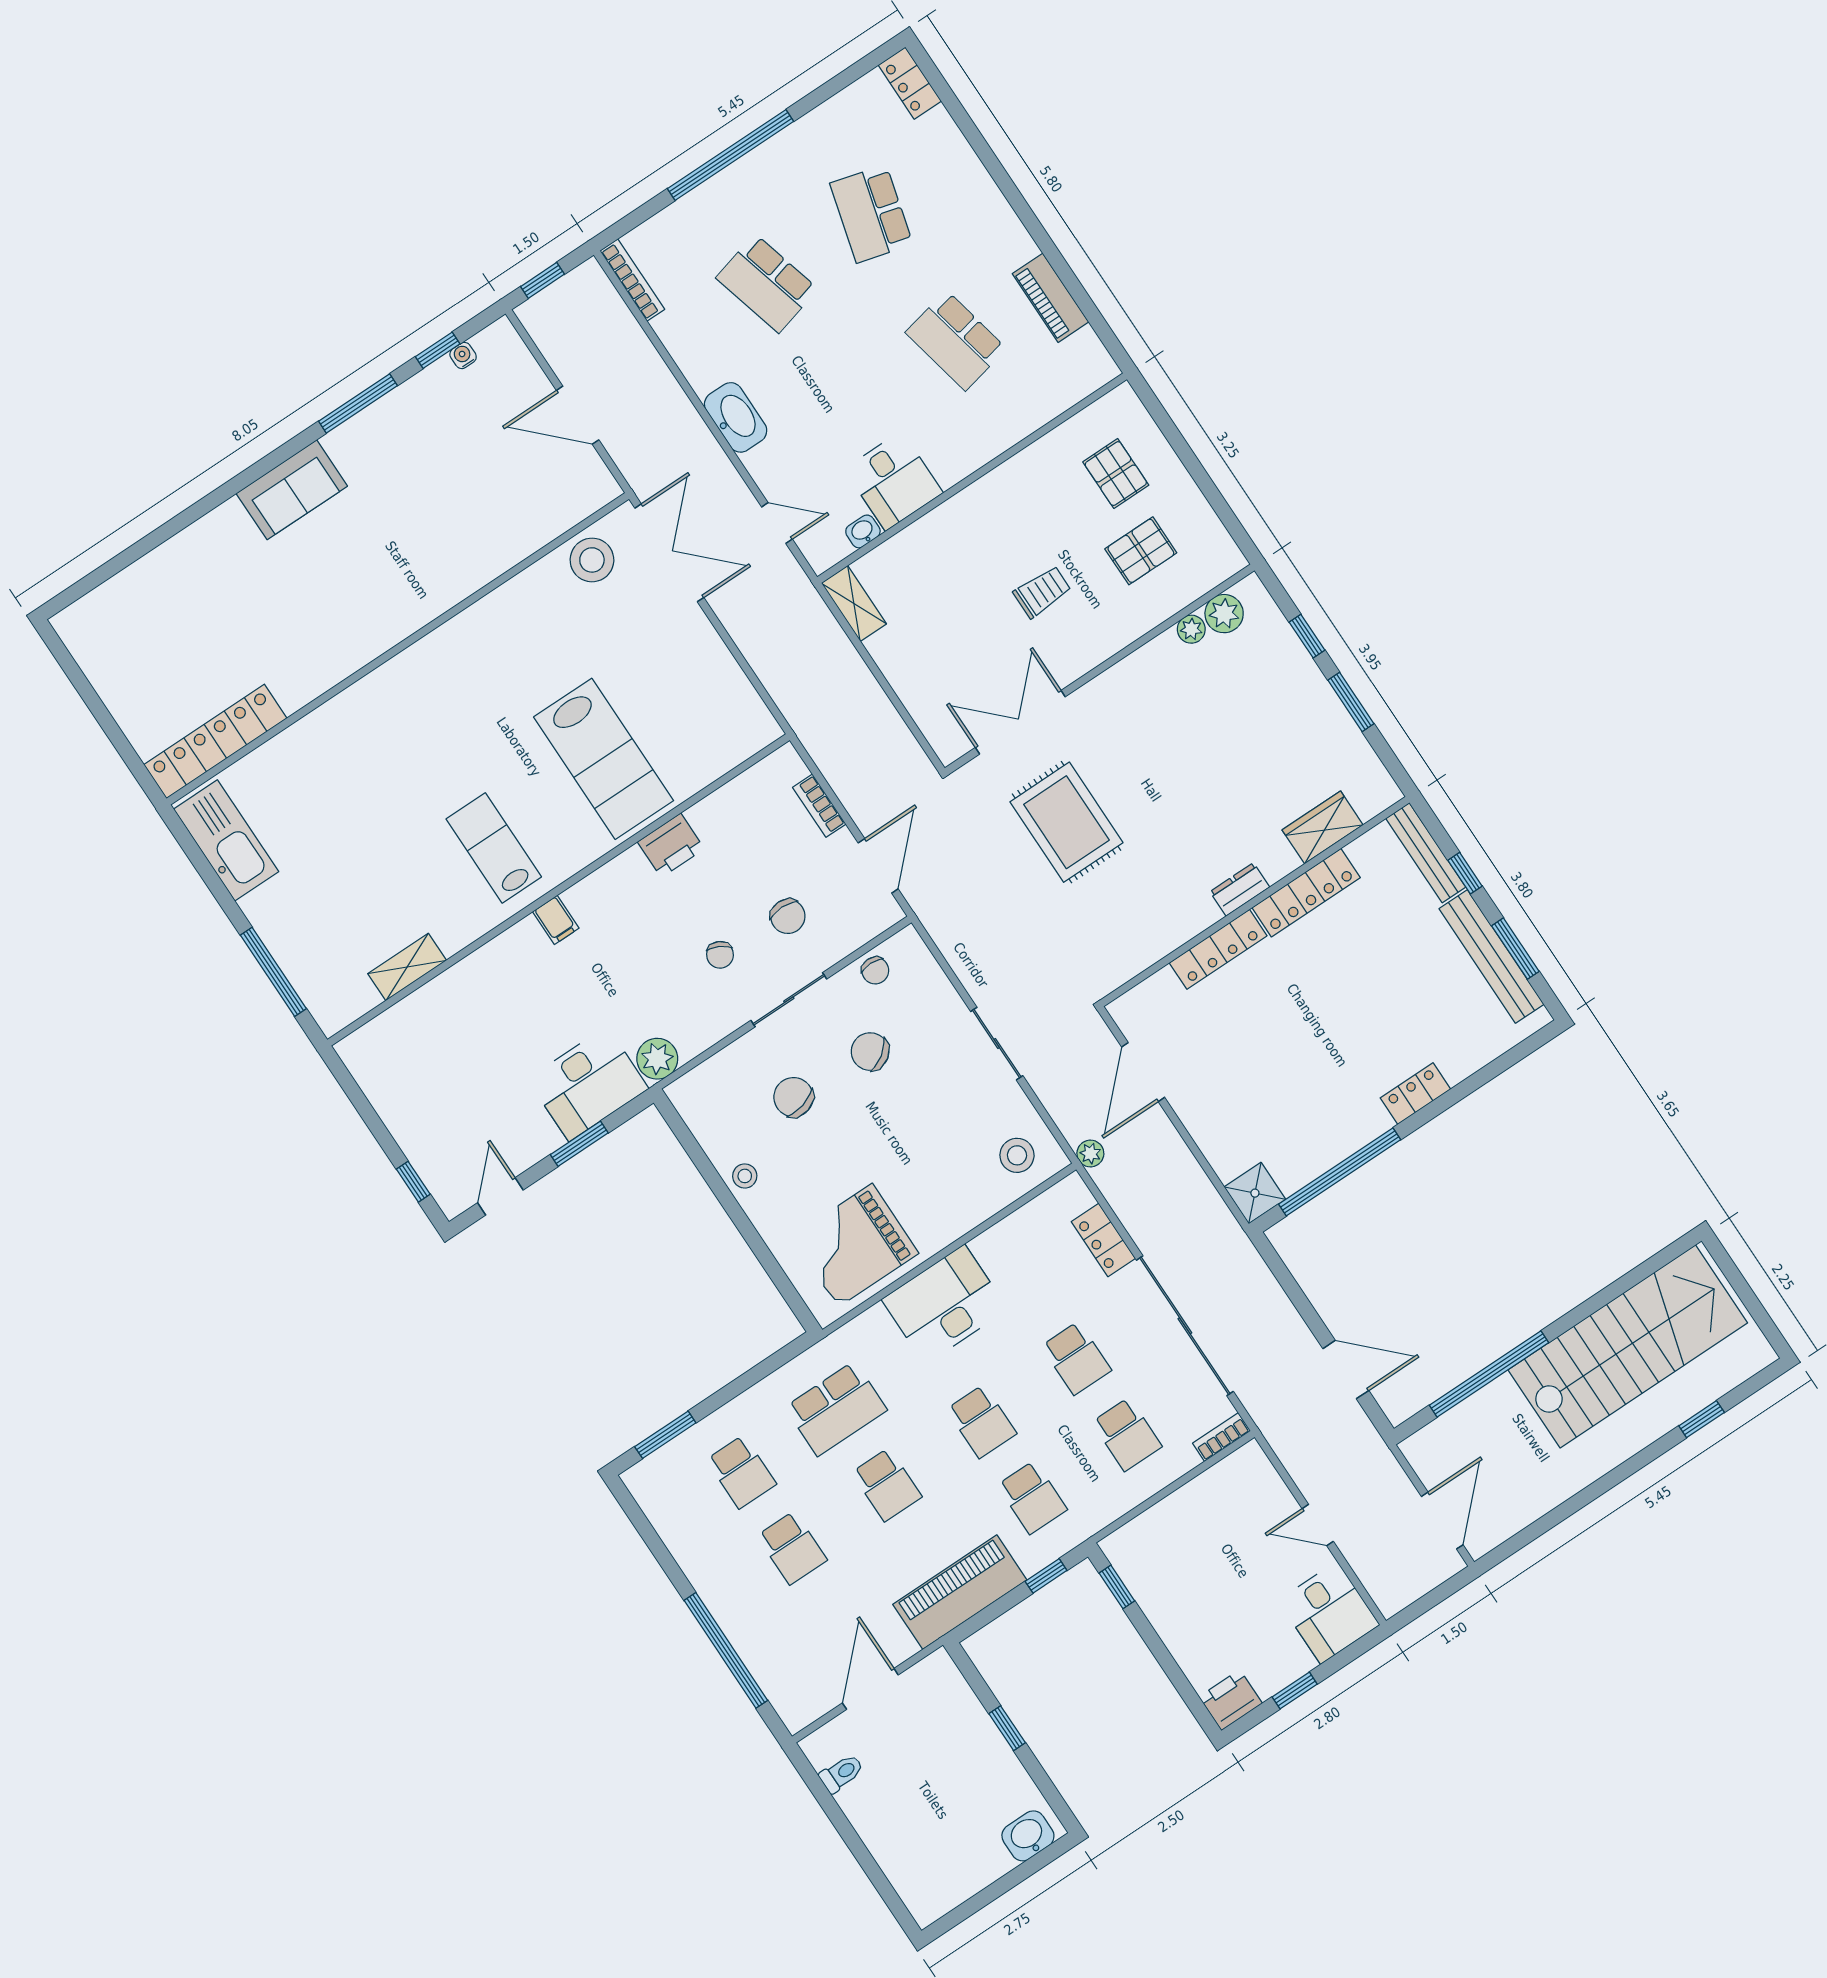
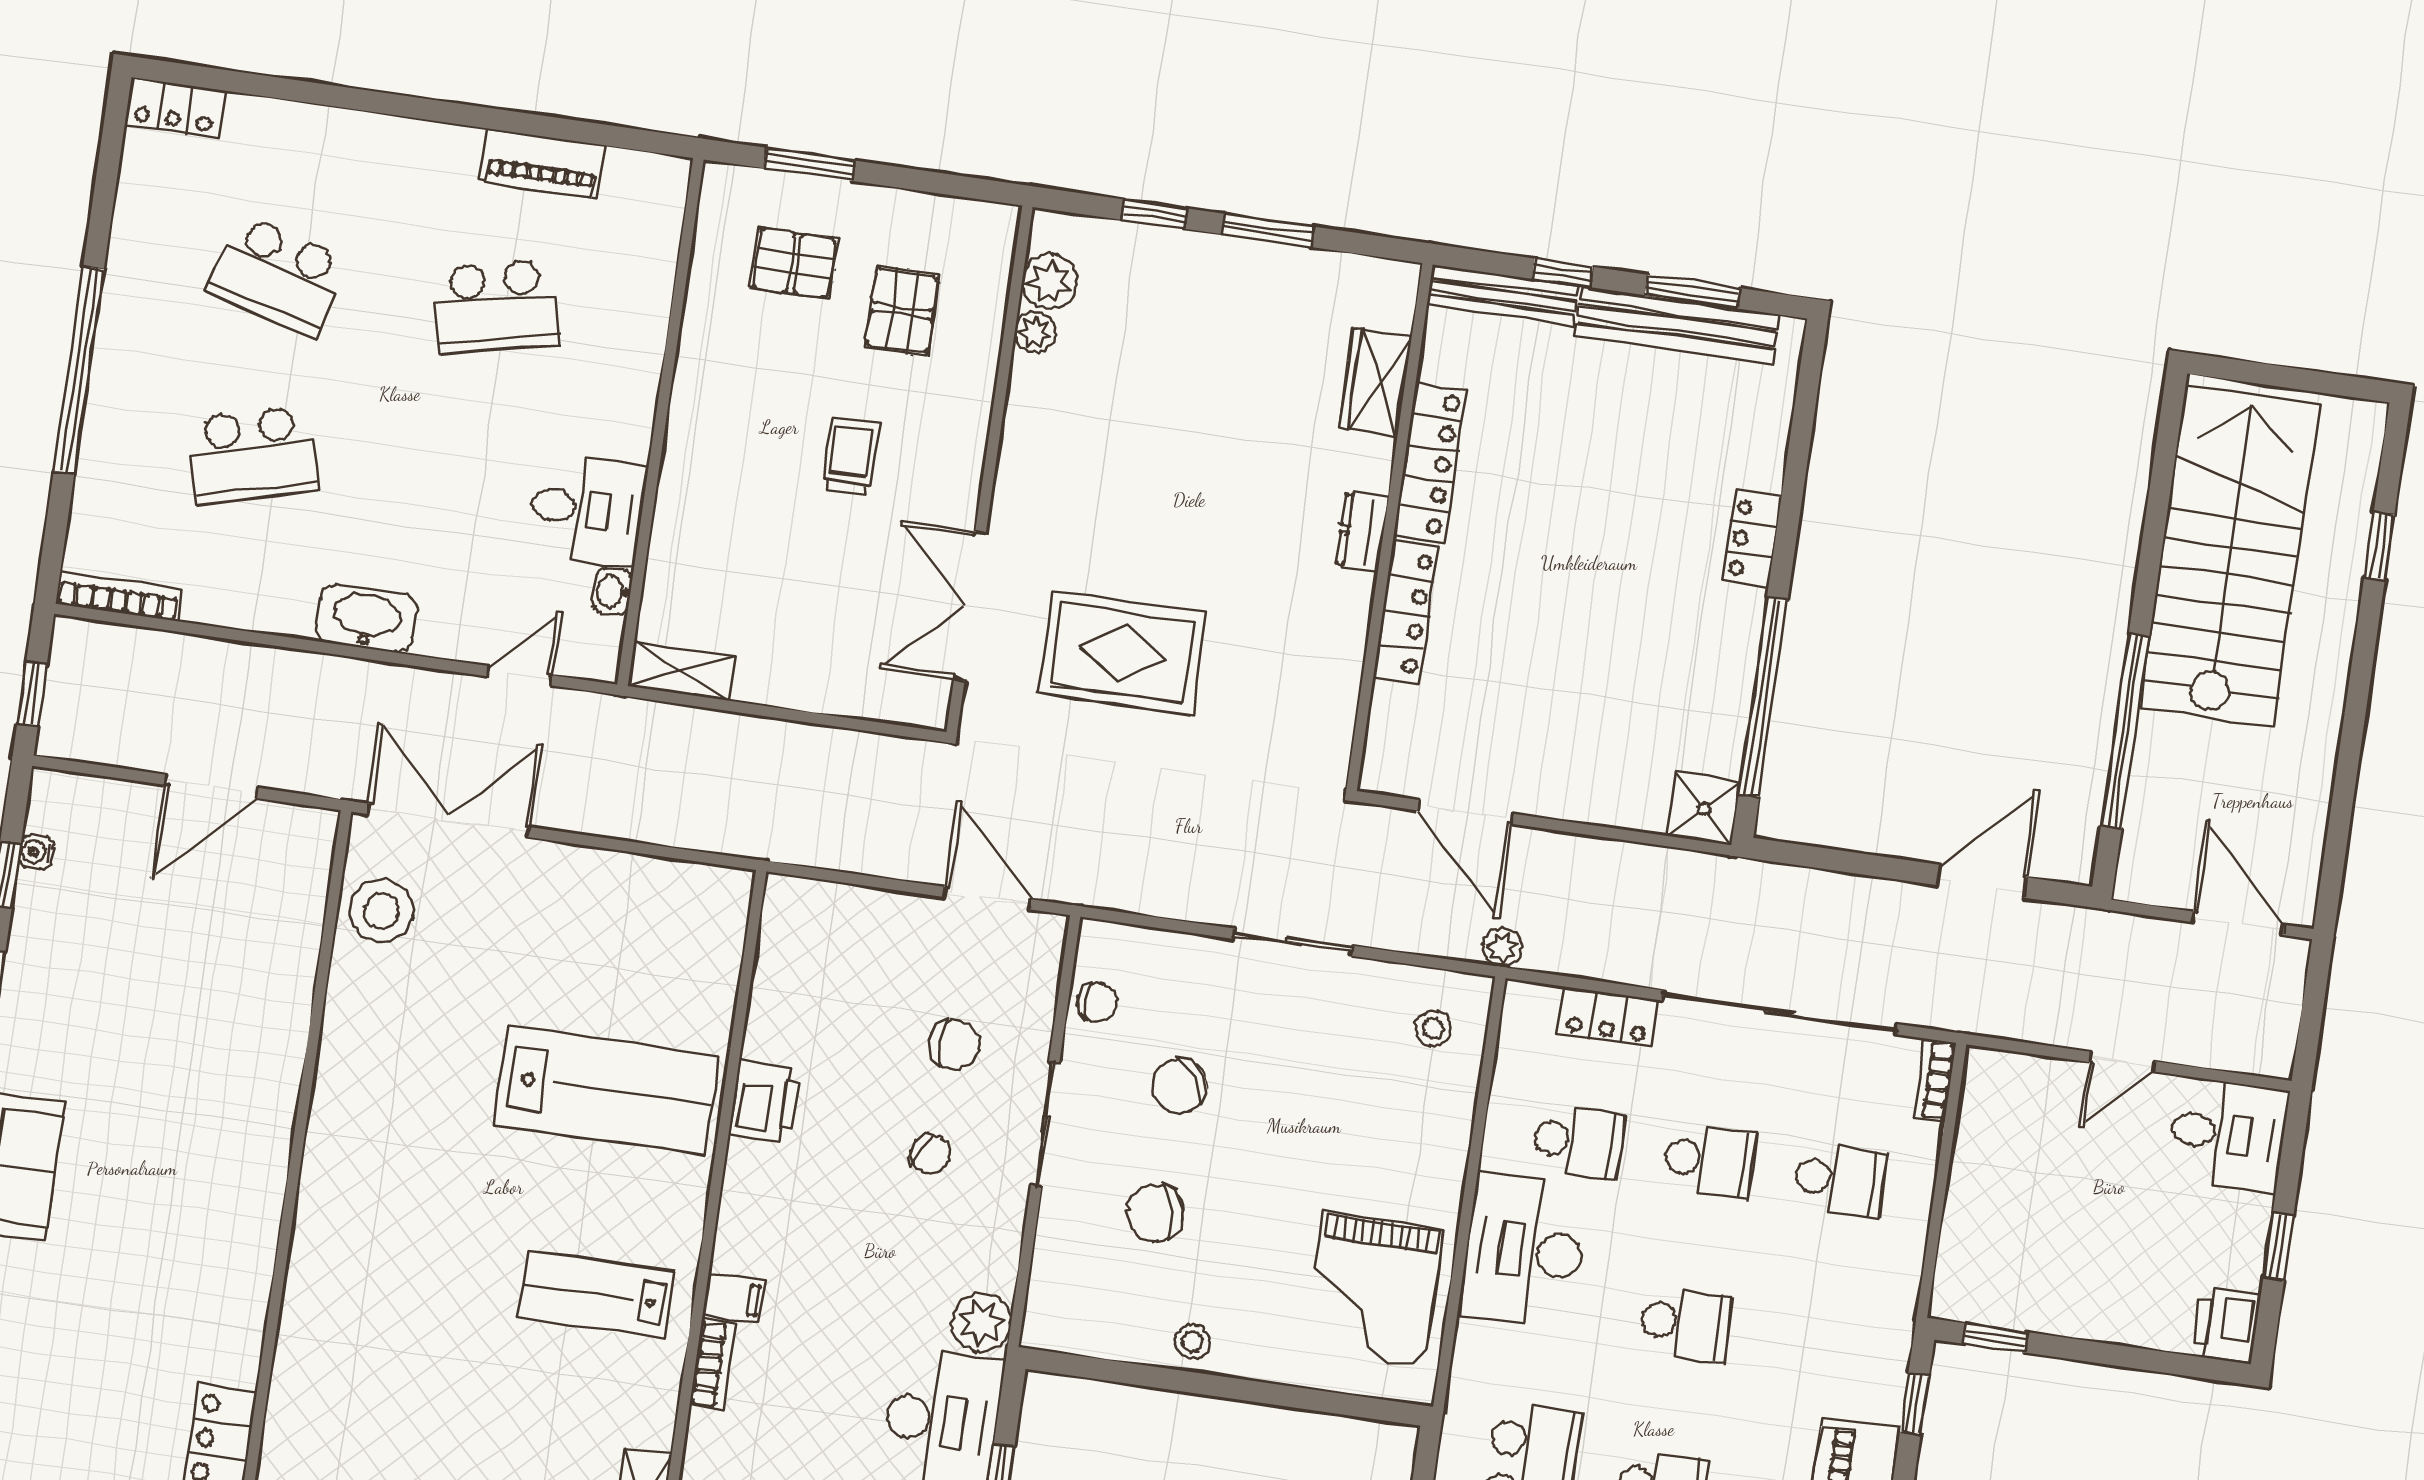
window: (1173, 436) -> (809, 164), added
bookcase: (819, 806) -> (713, 1365), moved, turned -90
stool: (1017, 1155) -> (1433, 1028), width x0.73, depth x0.73
school desk: (1032, 1497) -> (1578, 1142), moved

